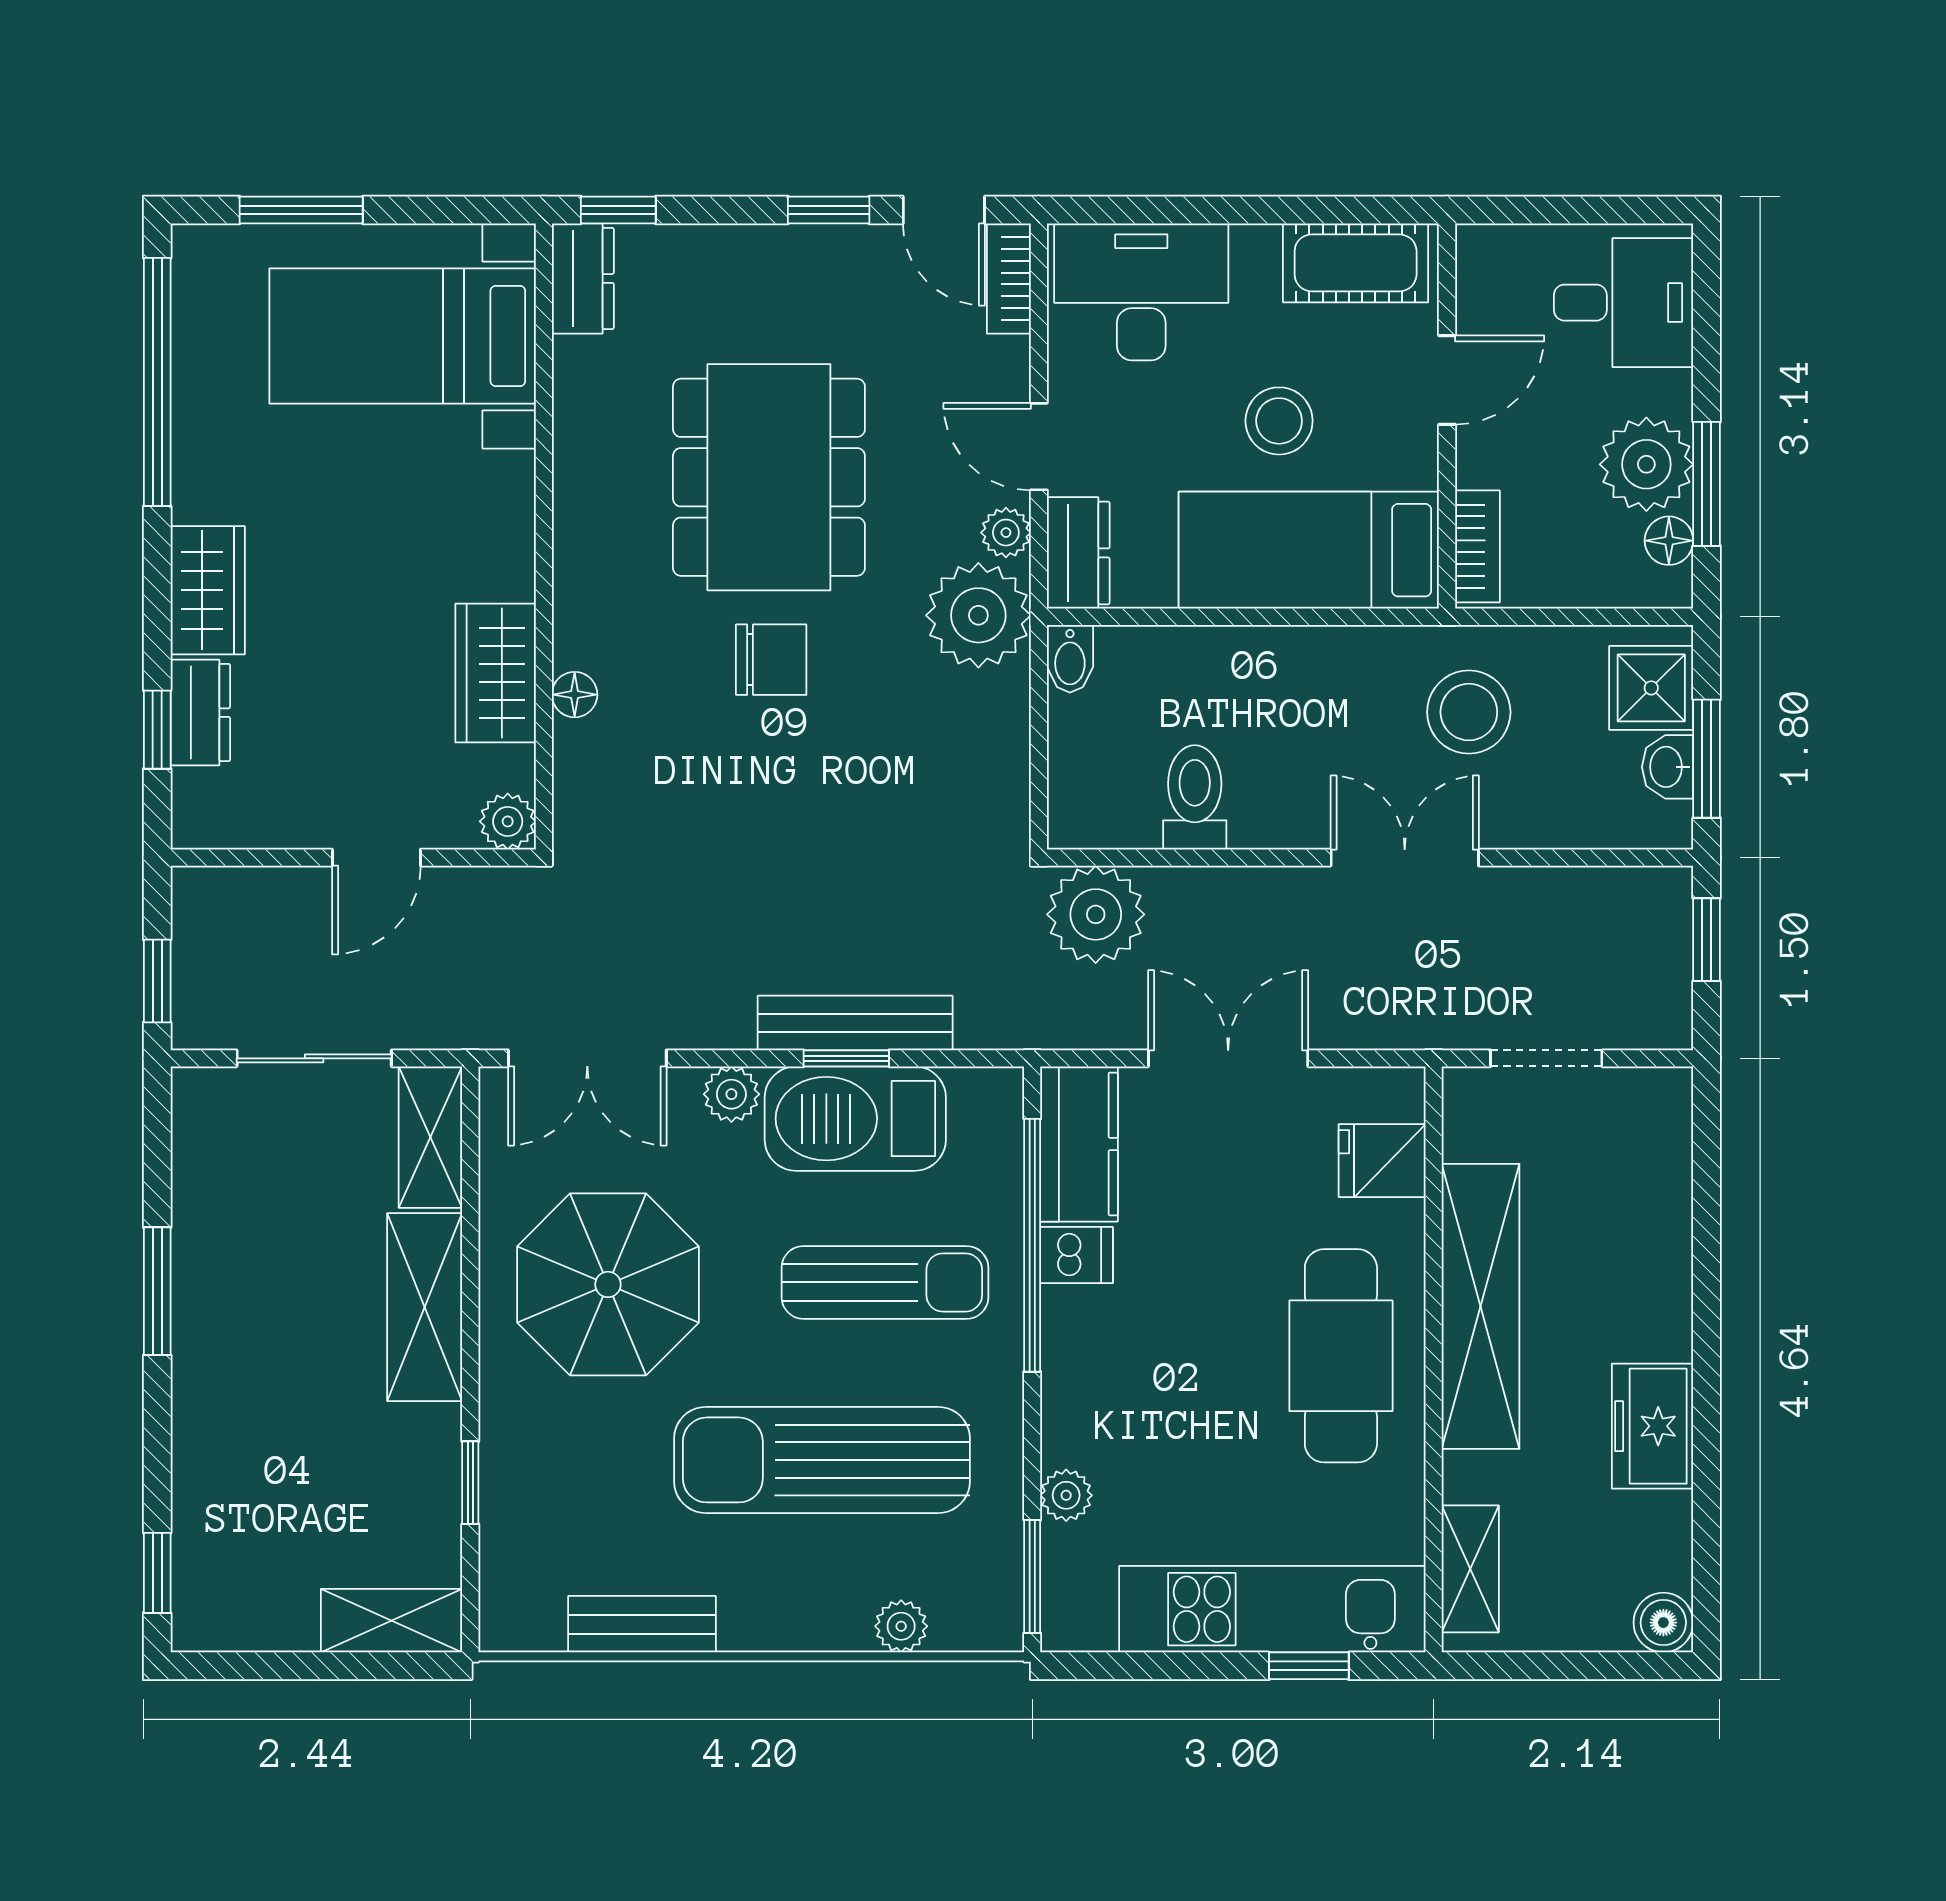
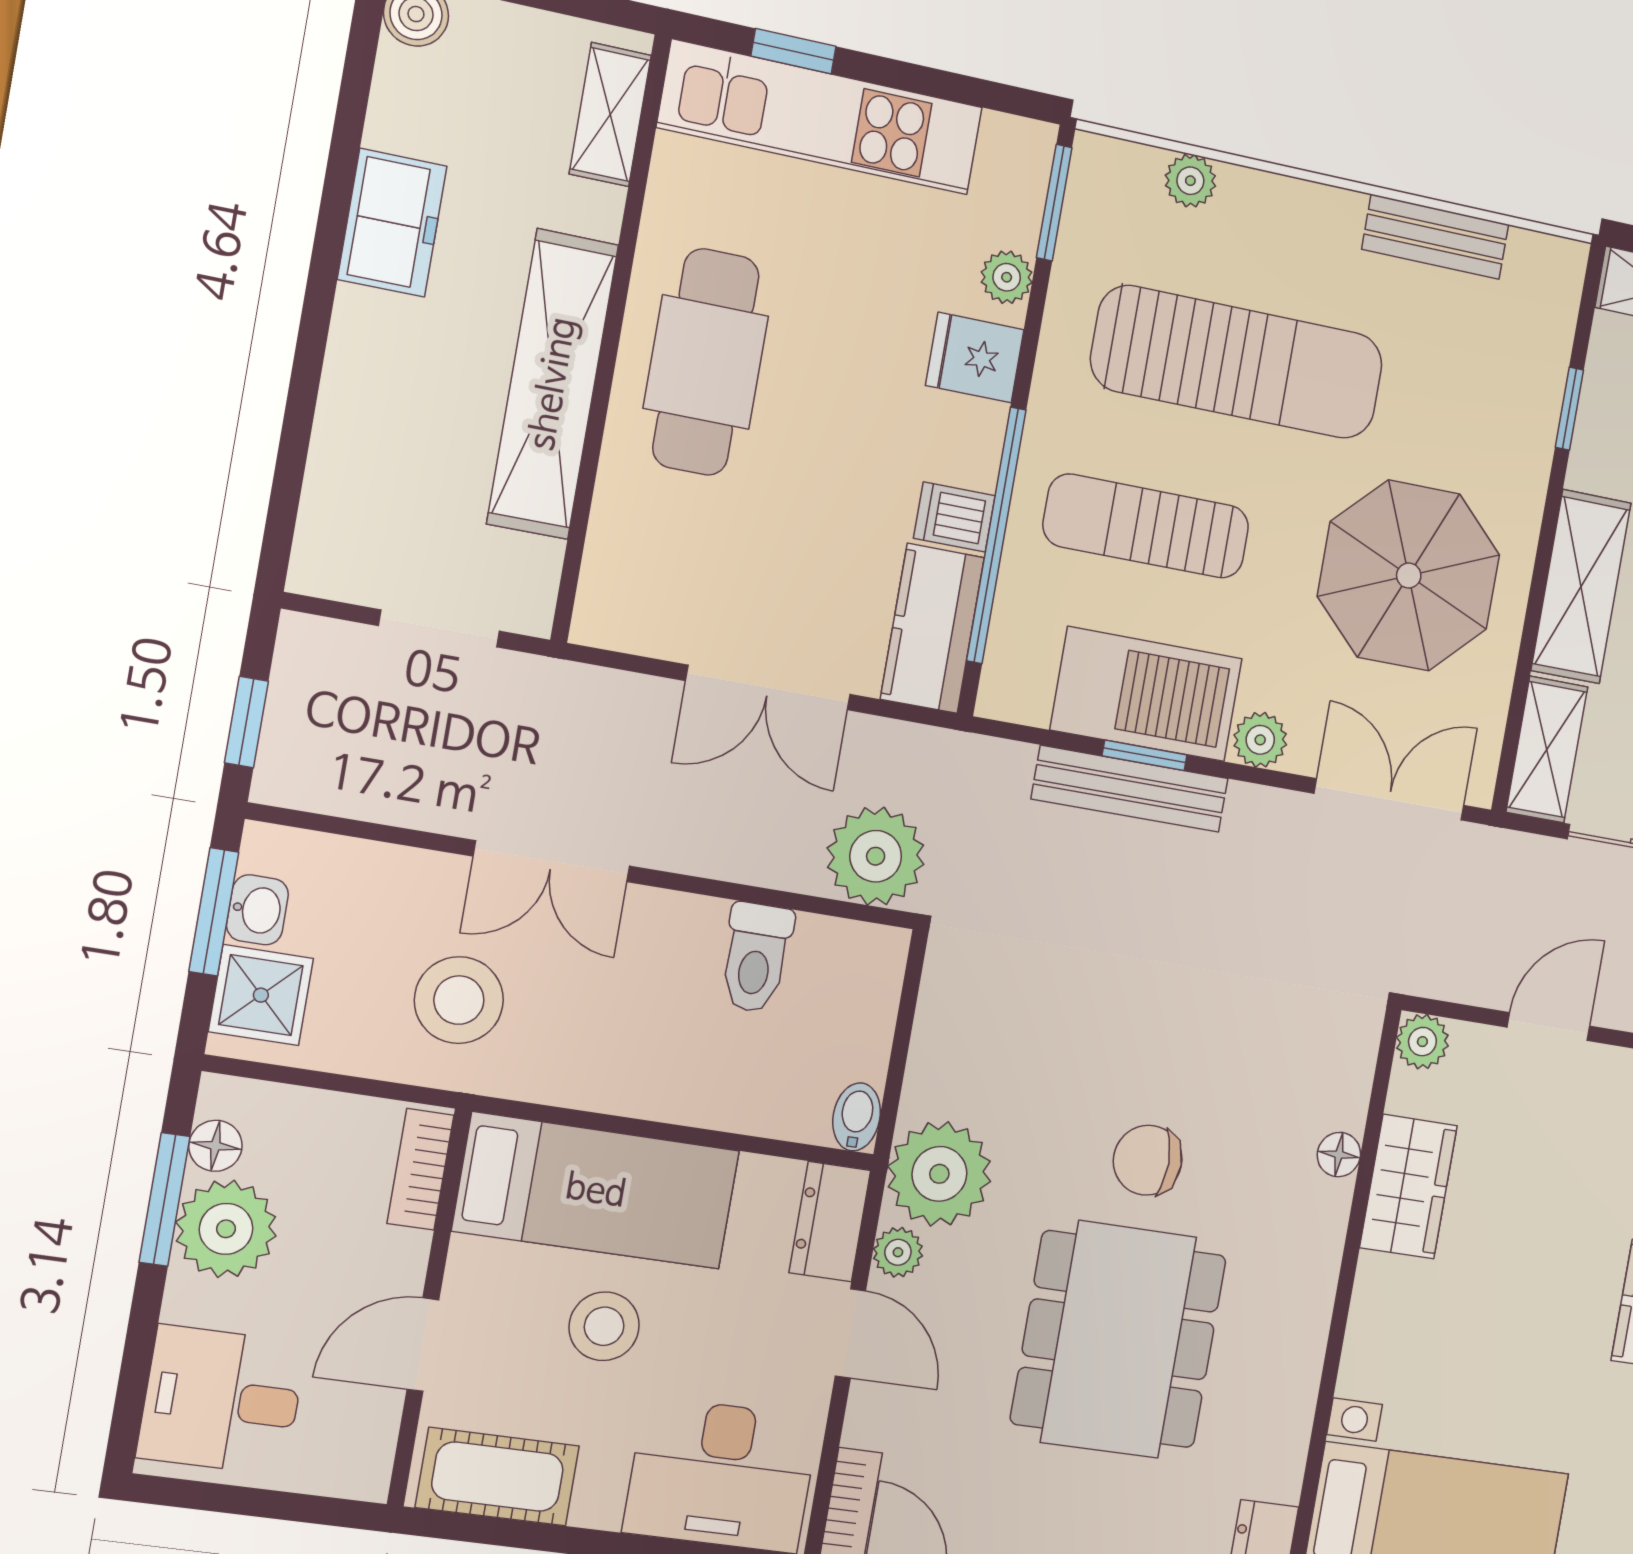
fridge: (1382, 1161) -> (975, 358), moved, turned 180

